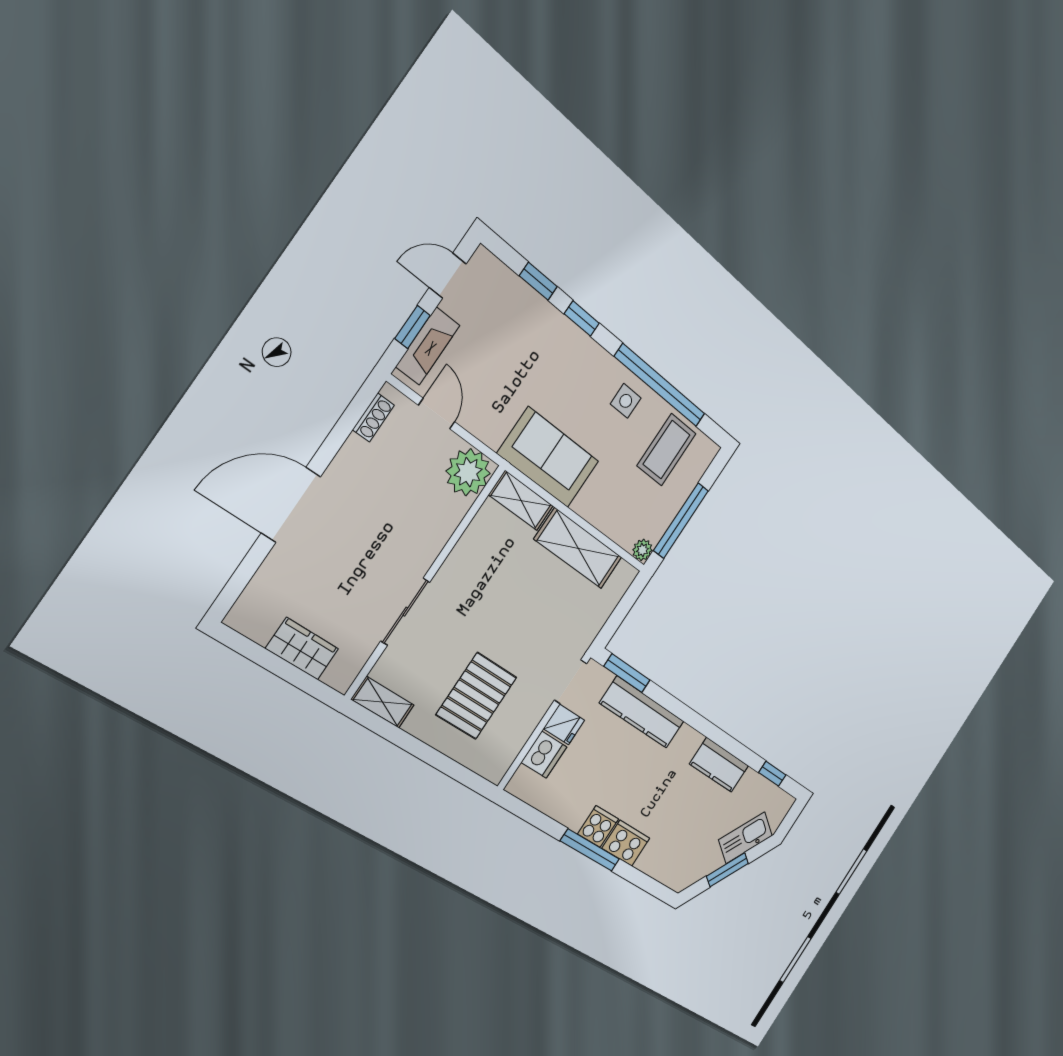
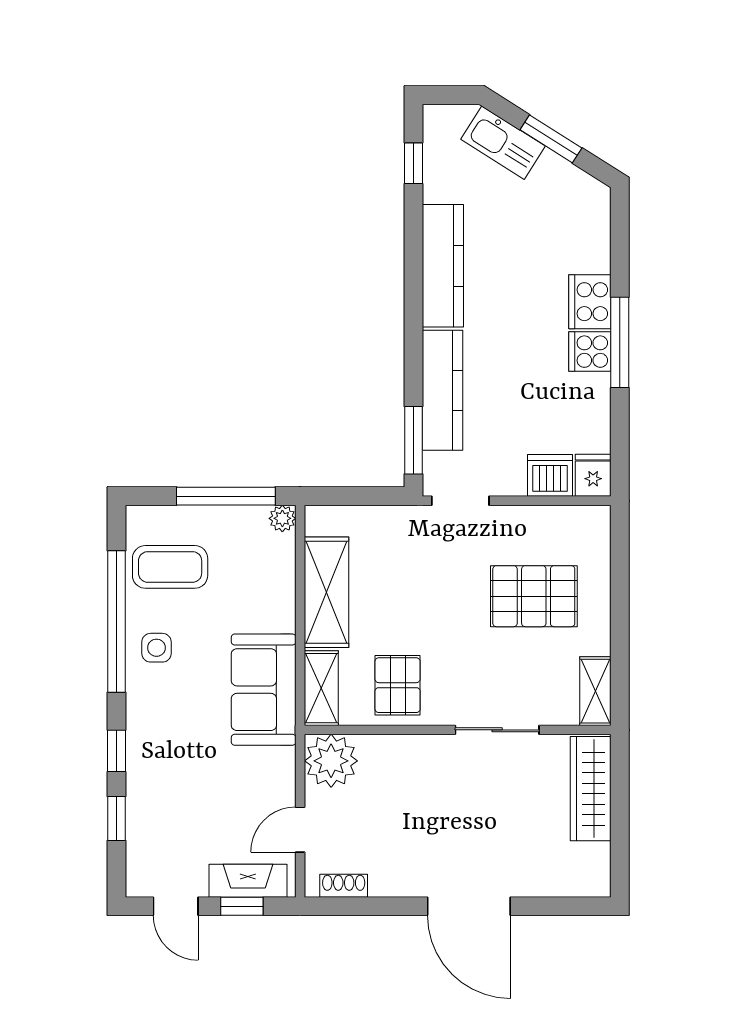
pallet: (485, 558) -> (398, 685), added
wardrobe: (302, 649) -> (591, 789), width x1.50
fridge: (564, 724) -> (593, 475), moved
kitchen counter: (719, 765) -> (443, 266), width x1.50

